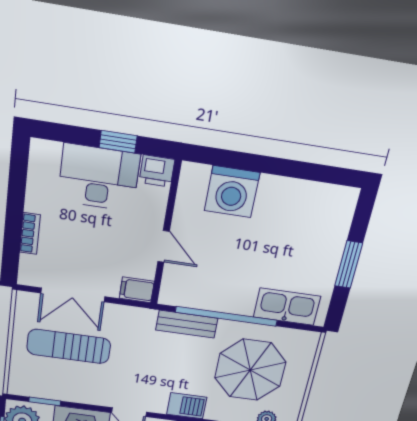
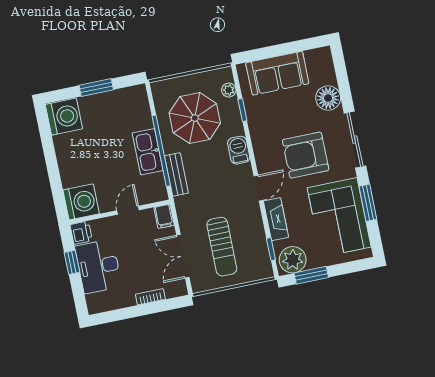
washing machine: (232, 192) -> (81, 202), moved
washing machine: (331, 207) -> (64, 117), added
double door: (73, 295) -> (183, 256), swing flipped
kitchen sink: (287, 307) -> (148, 152), moved

